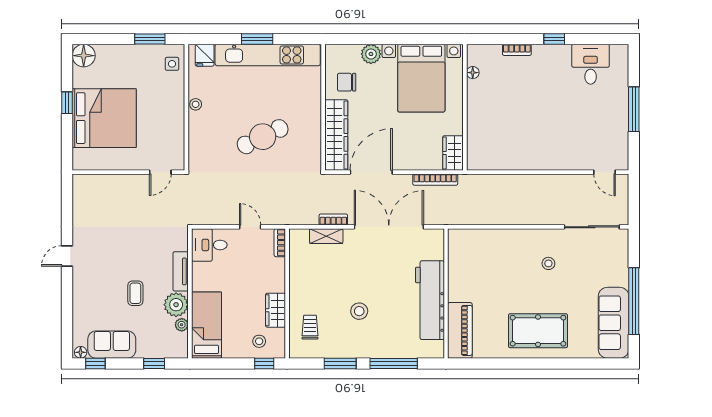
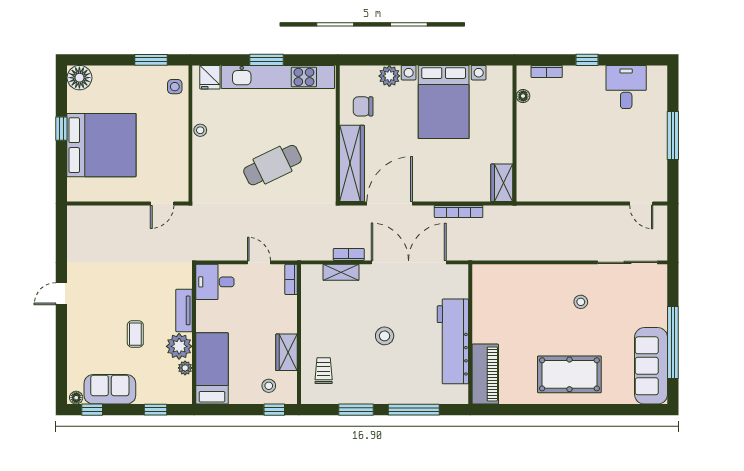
floor lamp: (473, 73) -> (523, 96), moved
wall: (465, 107) -> (514, 133), moved
wardrobe: (453, 153) -> (502, 183), moved
stool: (359, 311) -> (385, 336), moved

